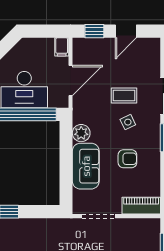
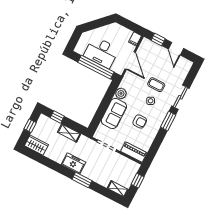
door: (126, 31) -> (176, 49), hinge flipped
door: (71, 80) -> (130, 61), hinge flipped
shelving: (37, 226) -> (69, 133), added

